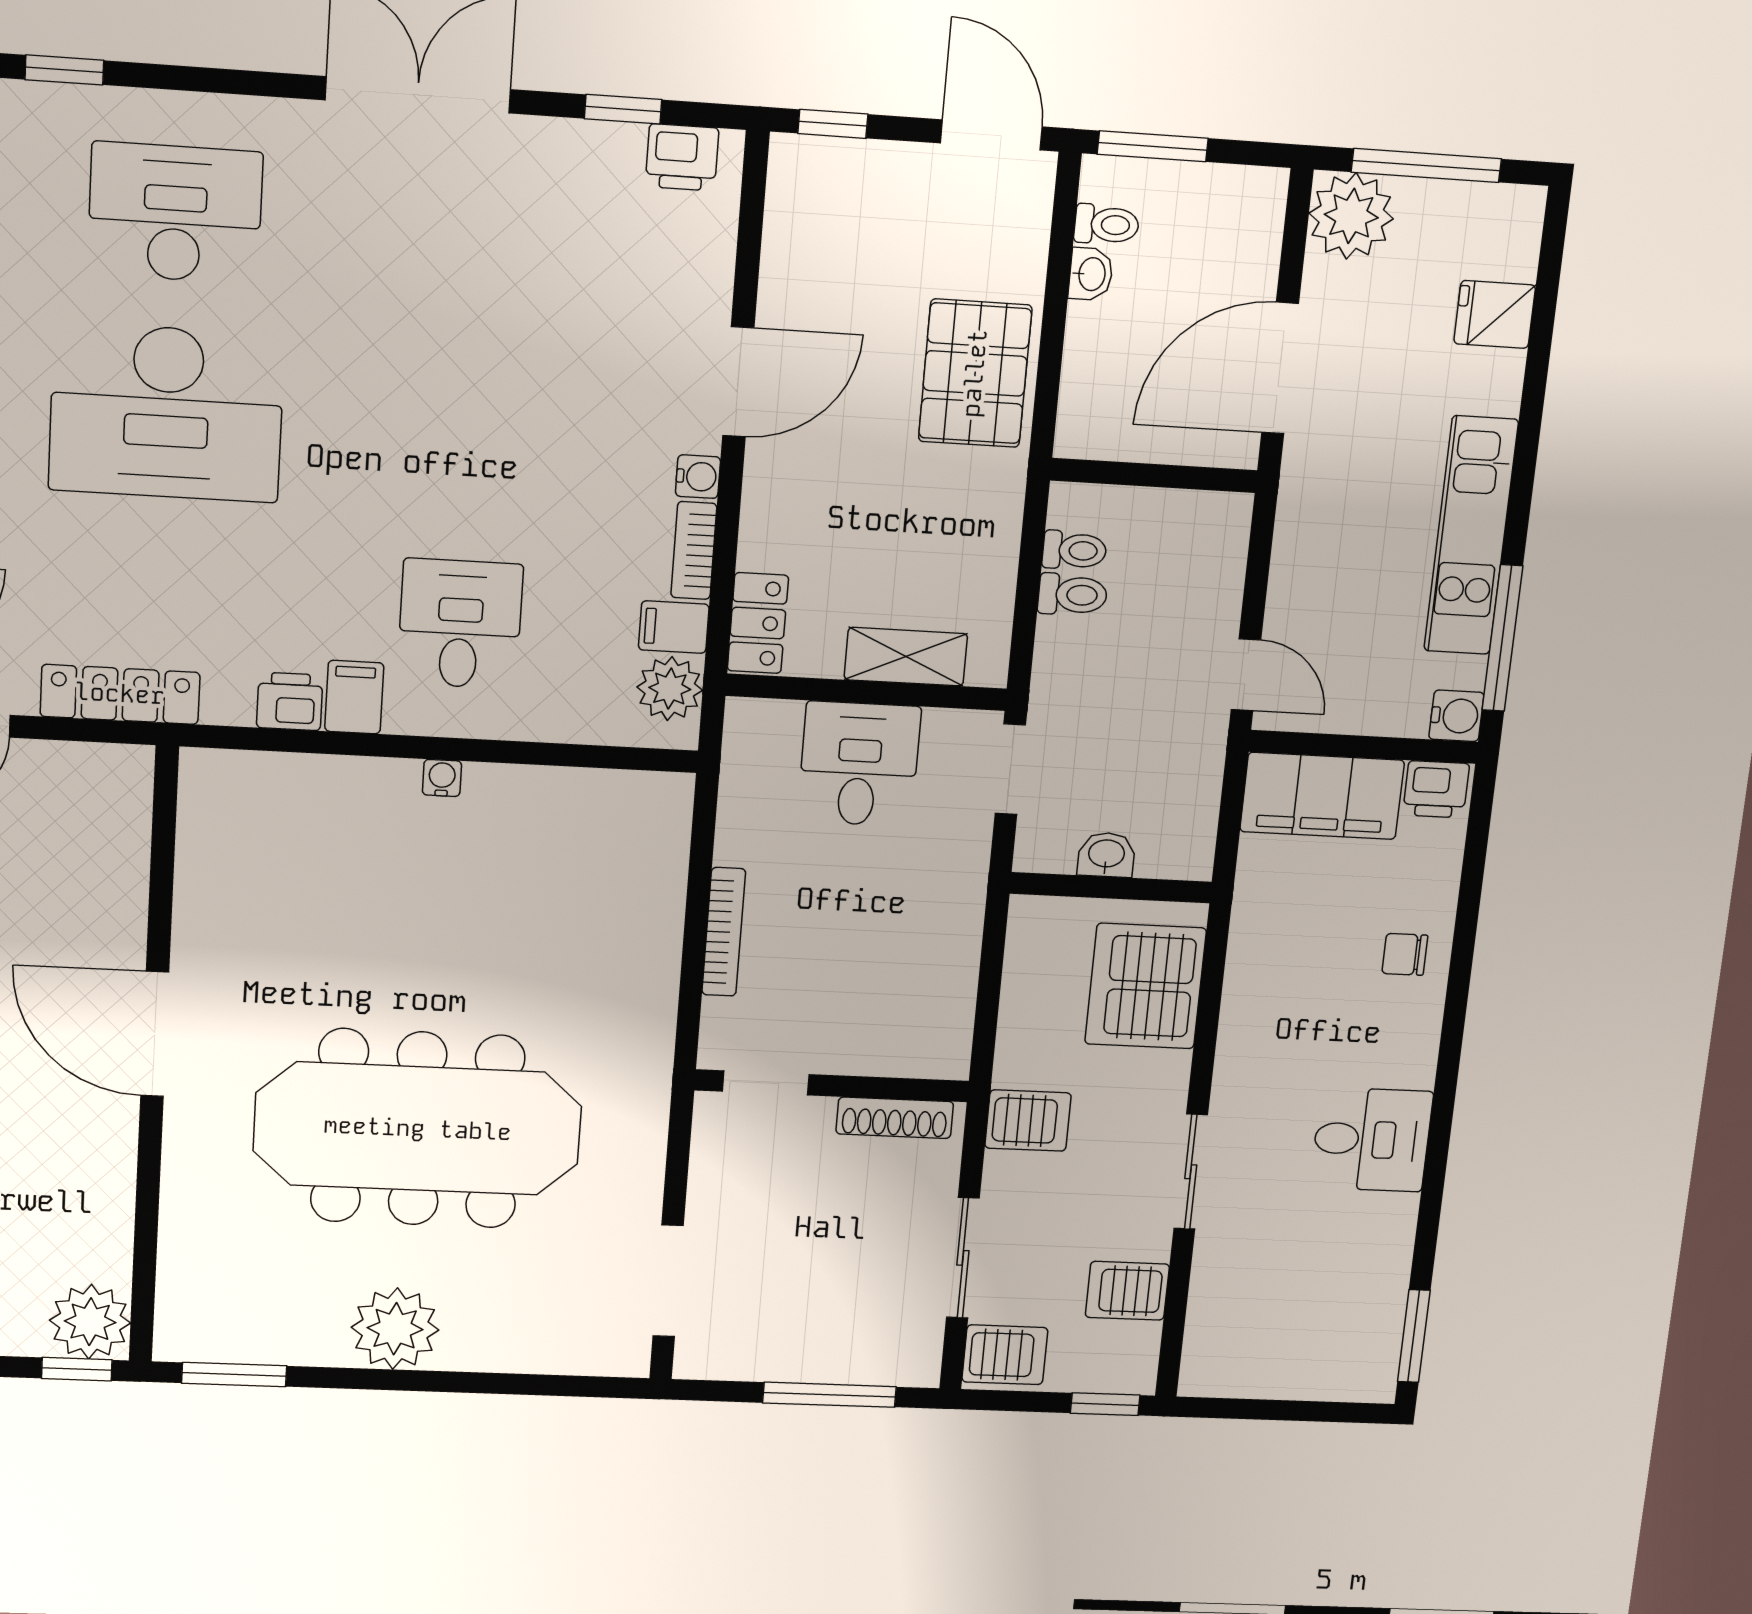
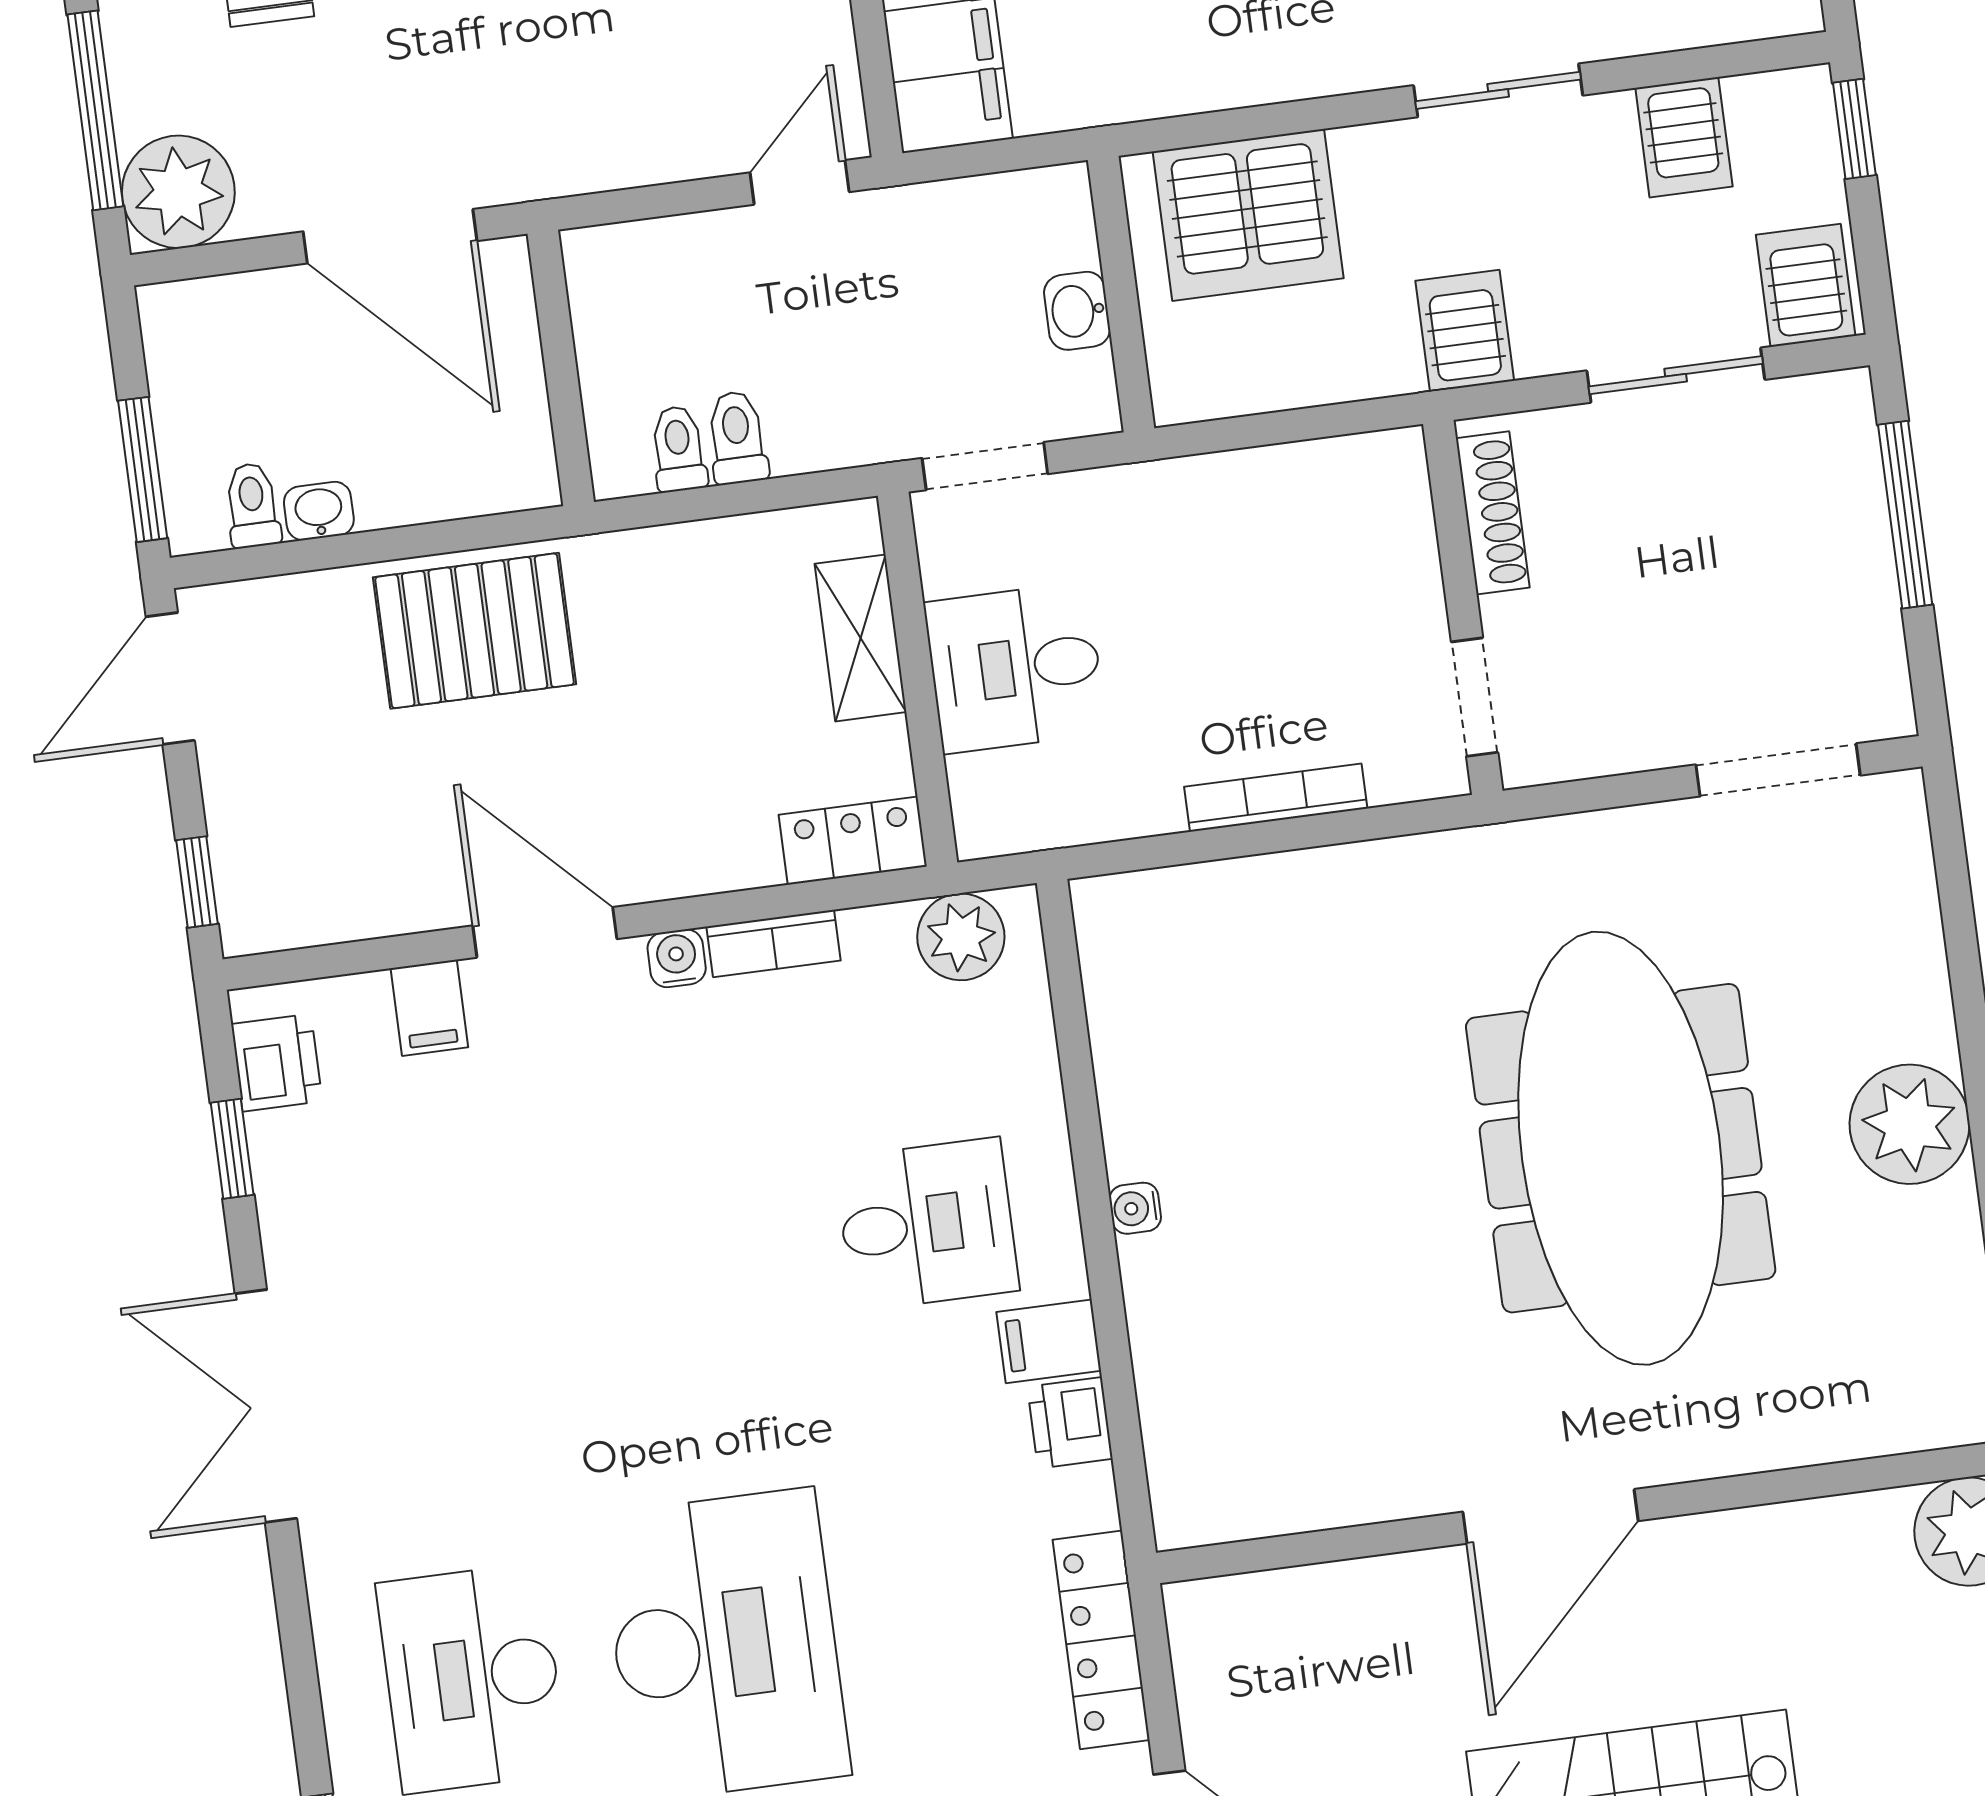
desk: (460, 624) -> (927, 1224), turned 180
filing cabinet: (674, 627) -> (429, 1008), moved

